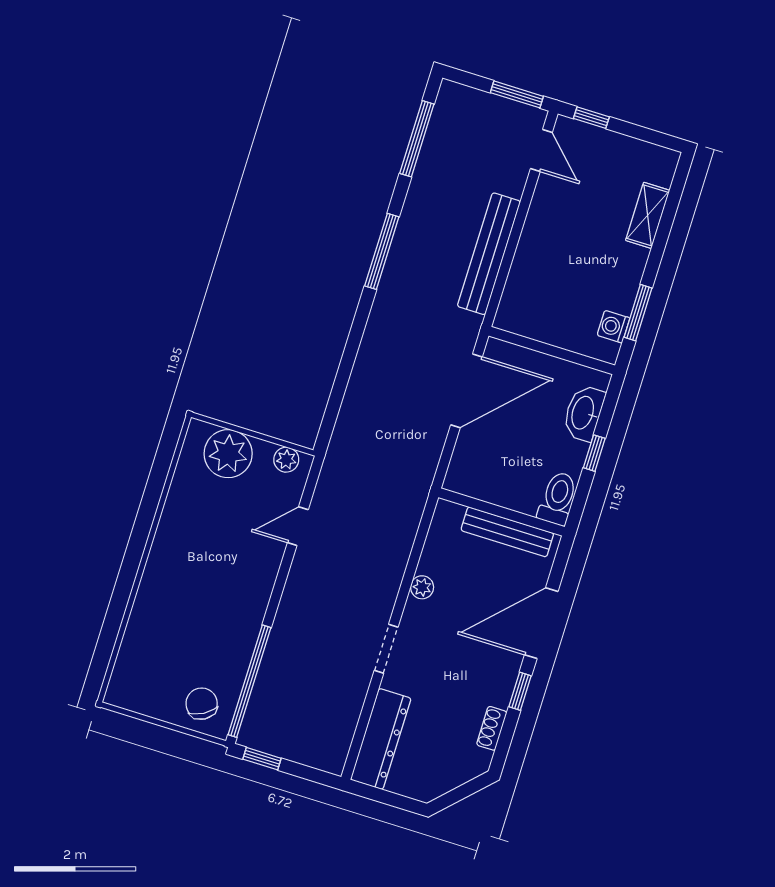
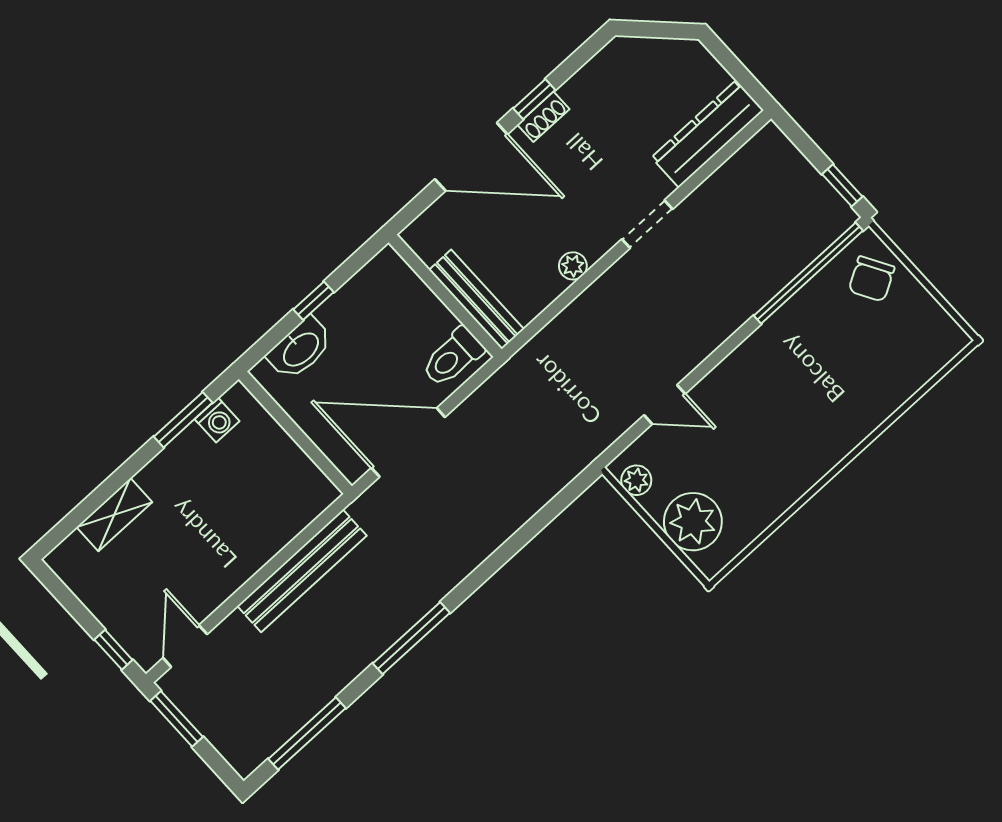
toilet: (558, 498) -> (453, 357), moved
bench: (507, 532) -> (476, 300), moved
shoe rack: (492, 728) -> (543, 117), moved

